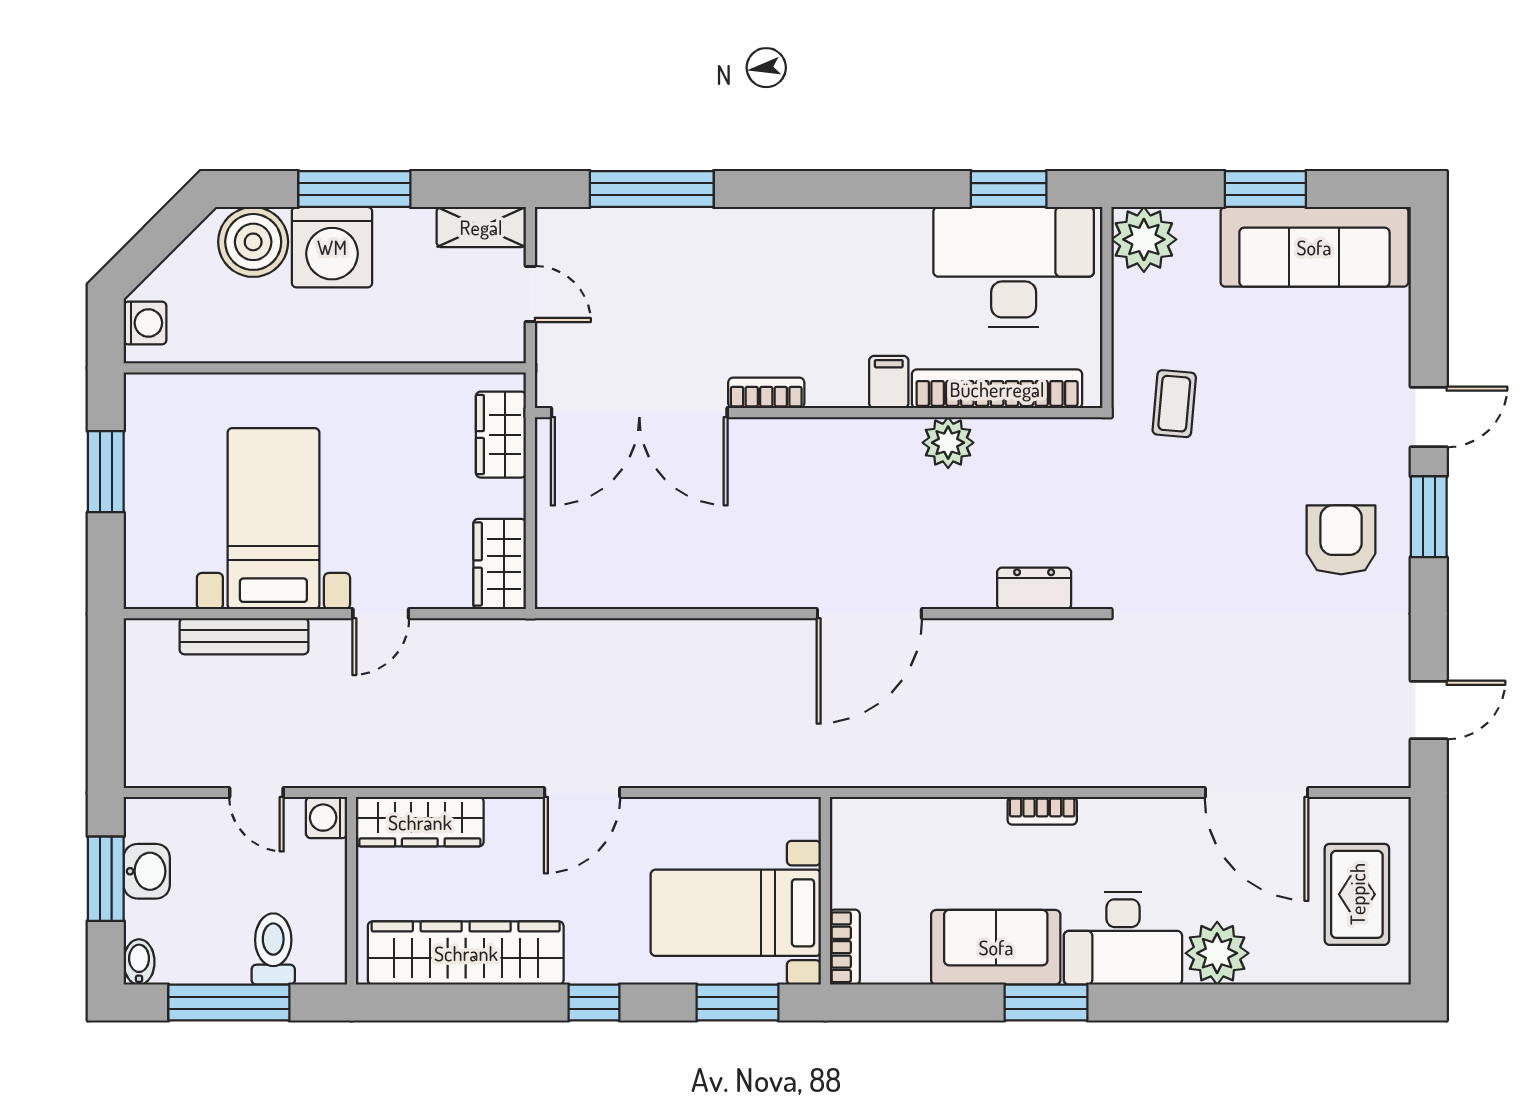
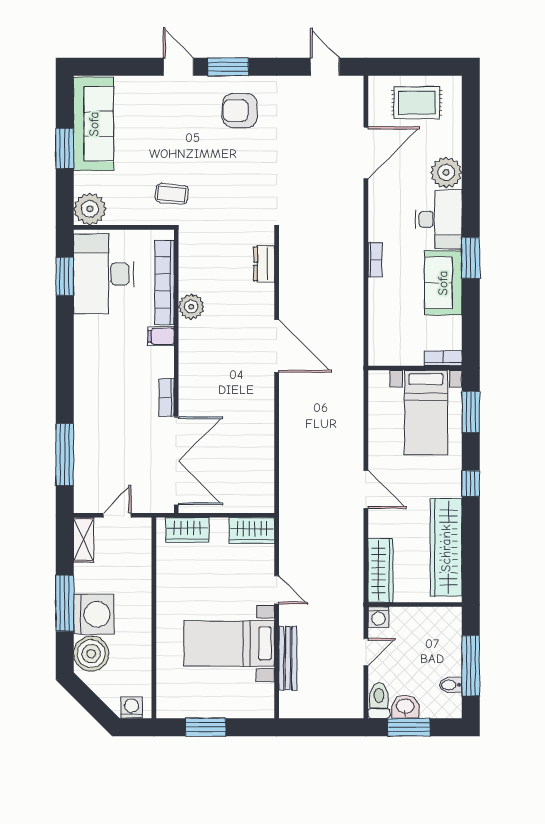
toilet: (273, 949) -> (379, 700), moved, turned 90
bidet: (139, 962) -> (450, 685), moved

